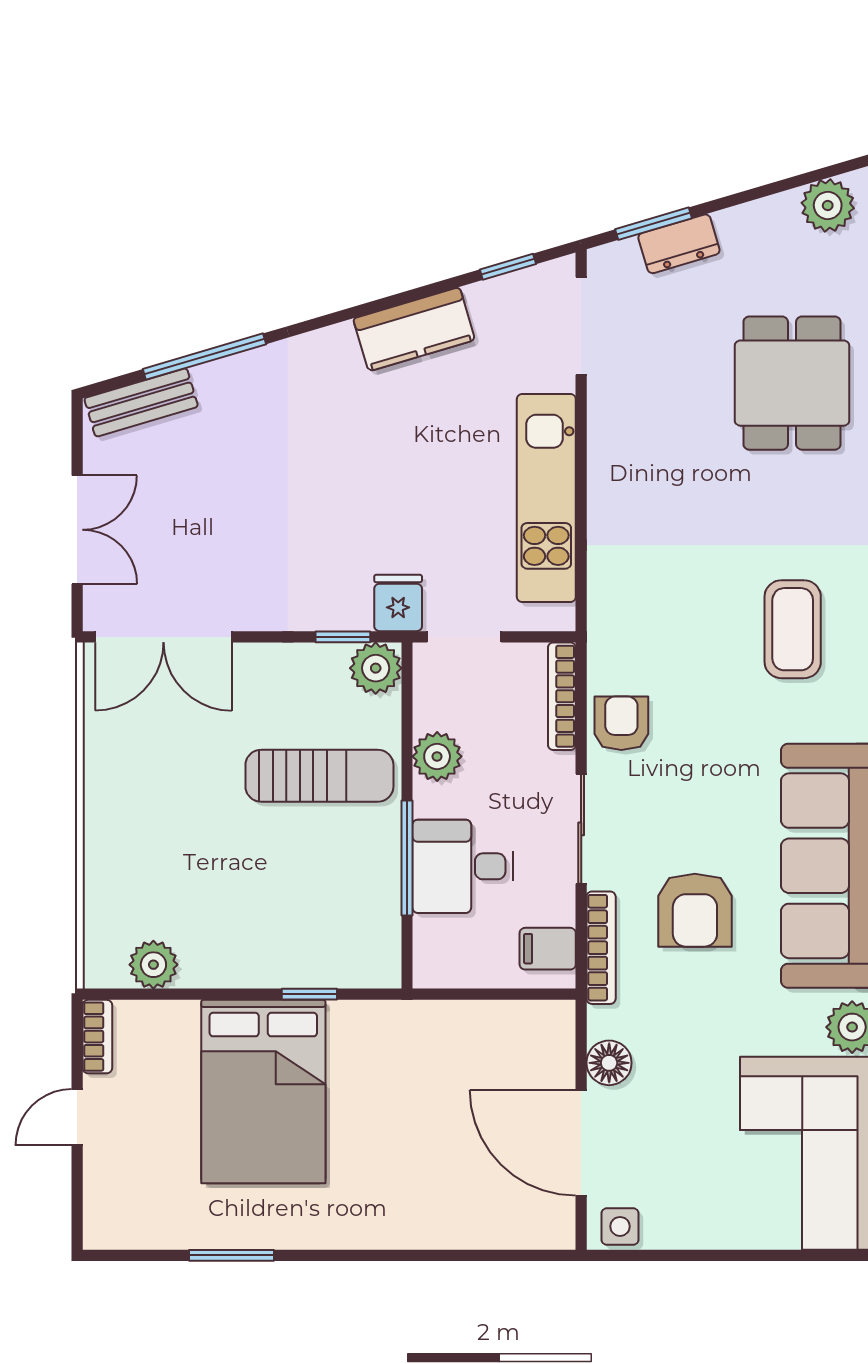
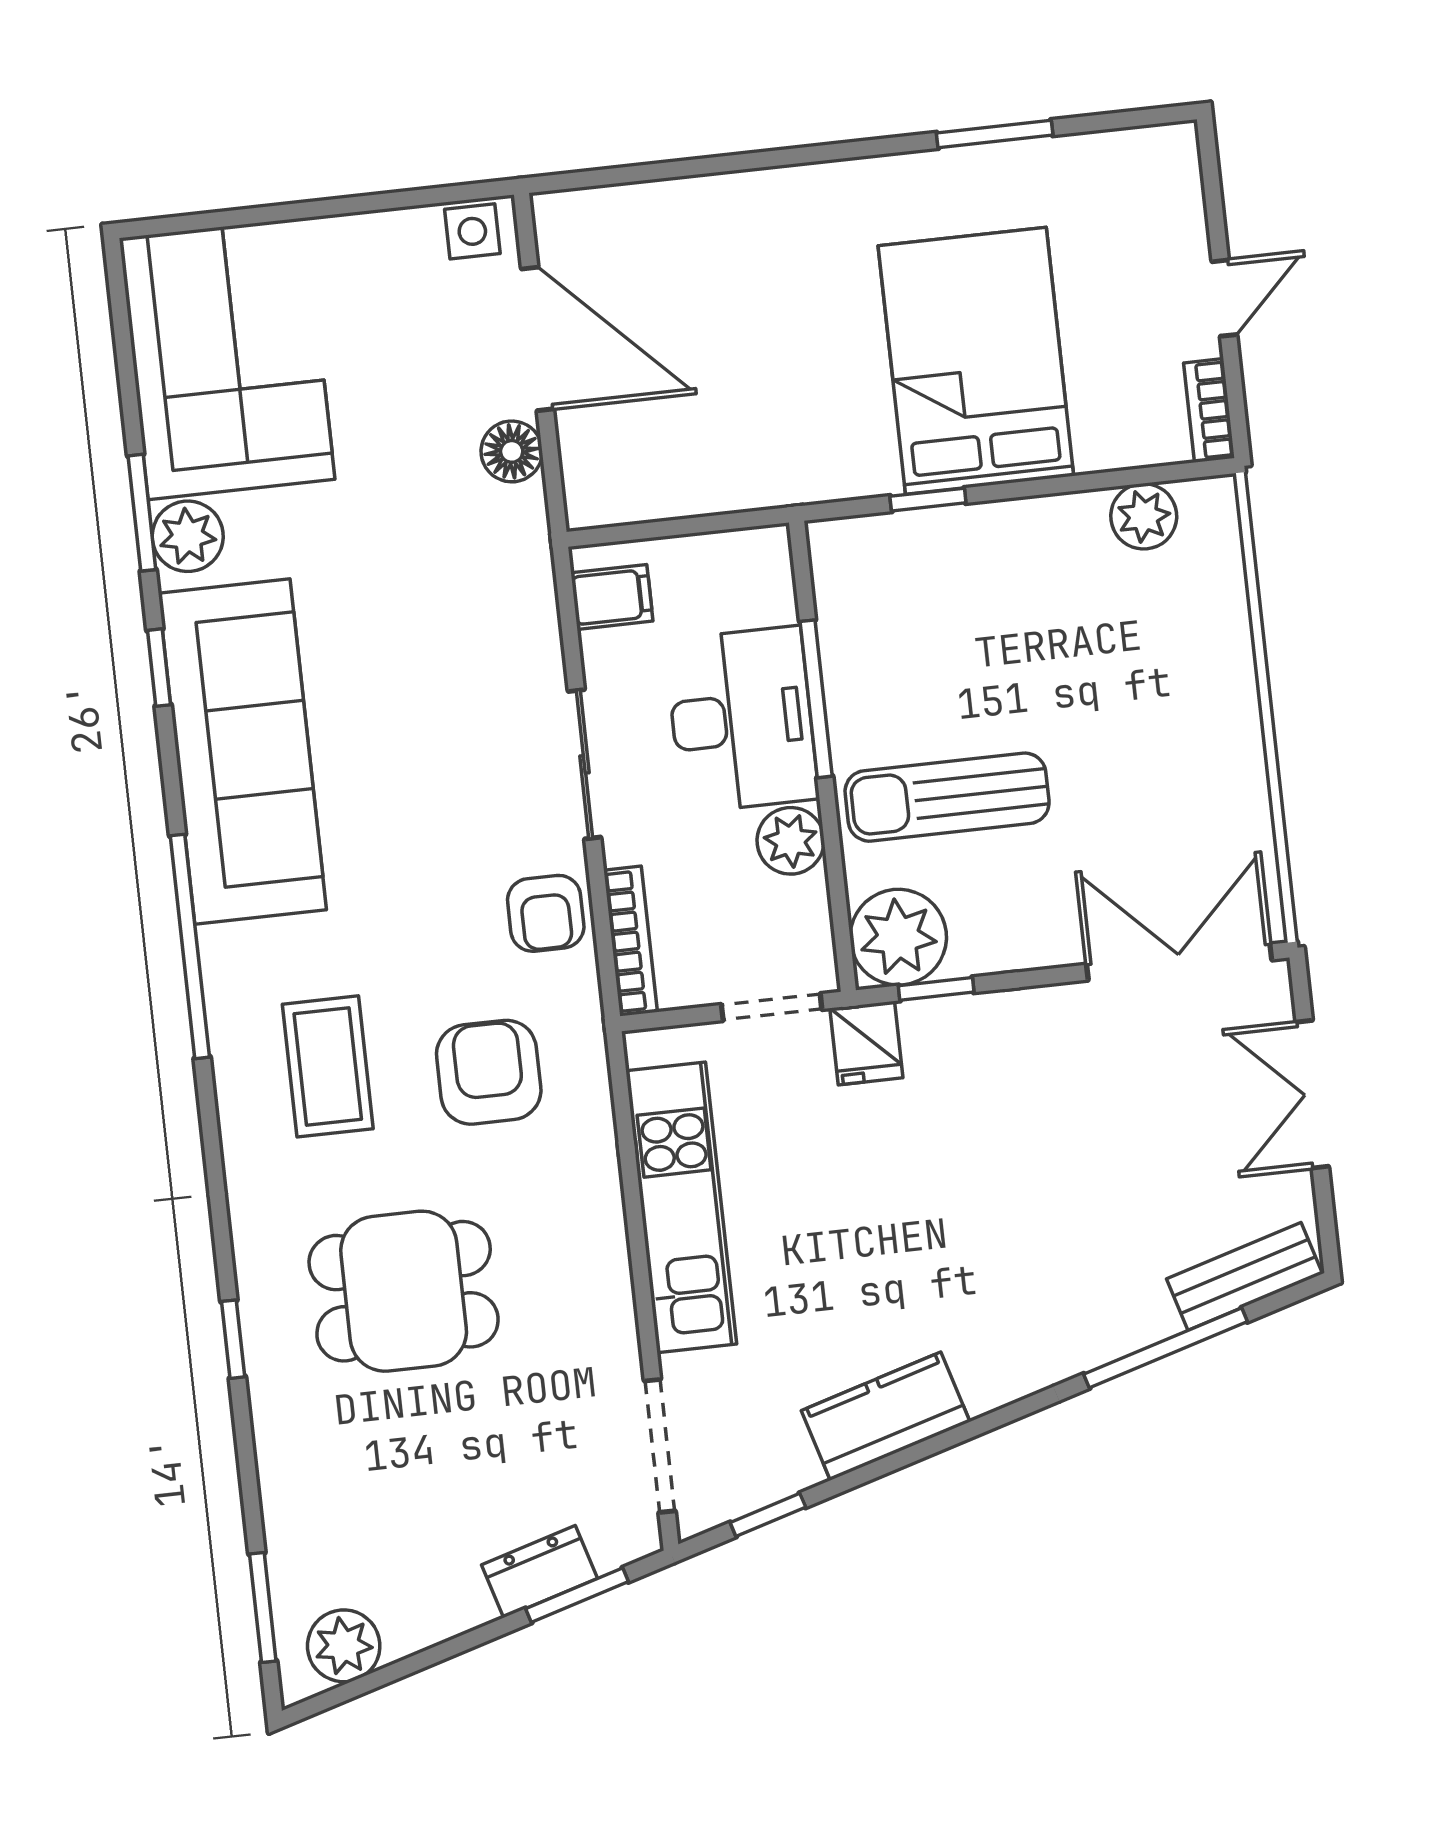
dining table: (792, 383) -> (404, 1291), moved, turned 90
plant: (376, 668) -> (898, 937), width x1.36, depth x1.36
desk: (463, 866) -> (742, 719), width x1.37
armchair: (695, 910) -> (489, 1072), moved
bookcase: (601, 948) -> (540, 606), removed

